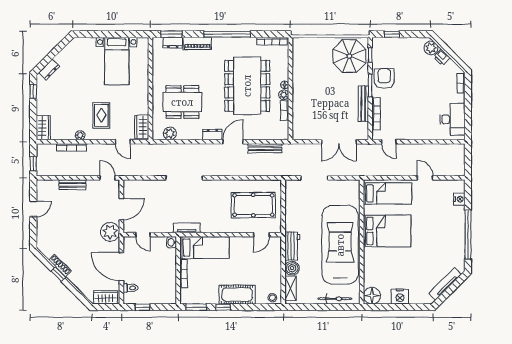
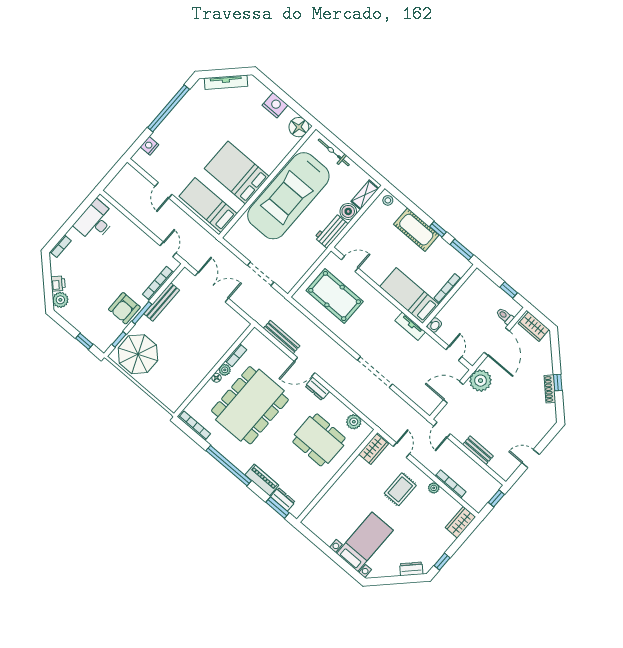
bed with nightstands: (117, 61) -> (365, 542), moved

